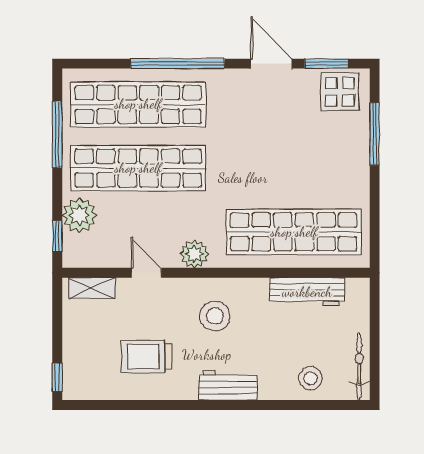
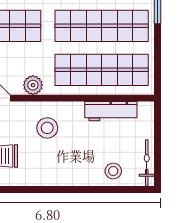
shop shelf: (294, 168) -> (102, 26), added
workbench: (228, 385) -> (56, 176), removed

